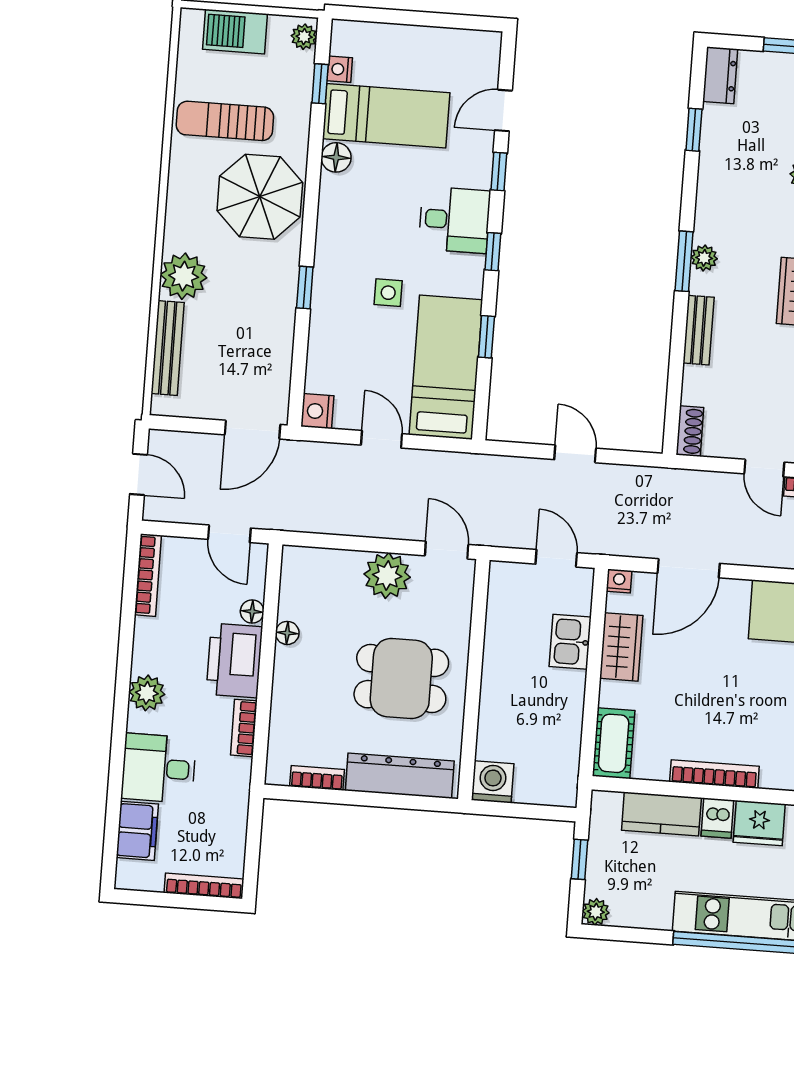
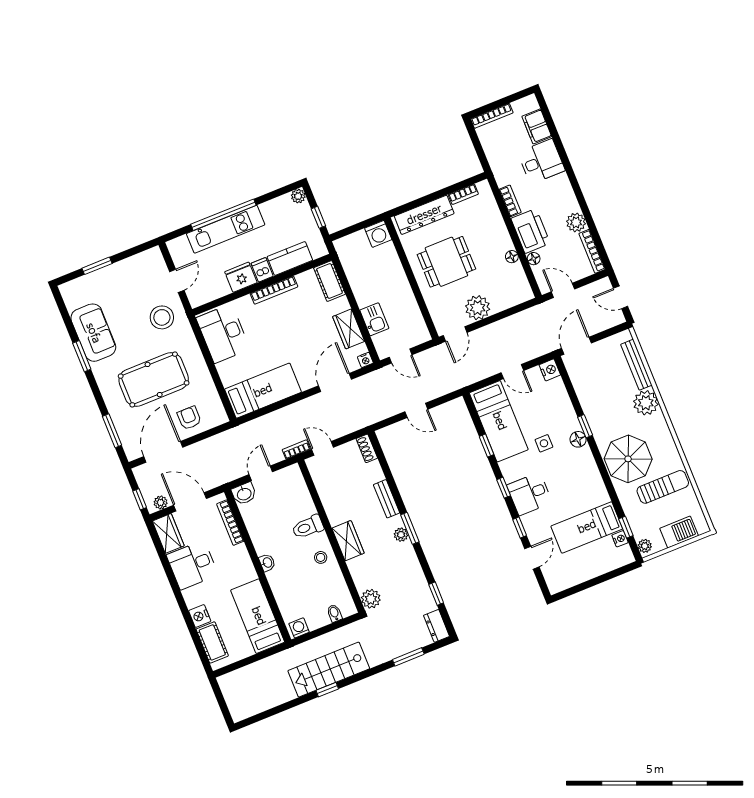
floor lamp: (336, 157) -> (578, 439), moved
door: (447, 550) -> (455, 334), hinge flipped
plant: (147, 693) -> (576, 222), moved

